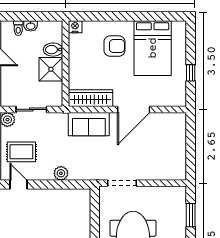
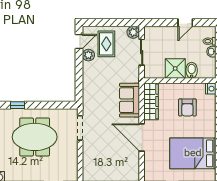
armchair: (114, 46) -> (187, 107), moved
plant: (61, 173) -> (88, 55), moved

